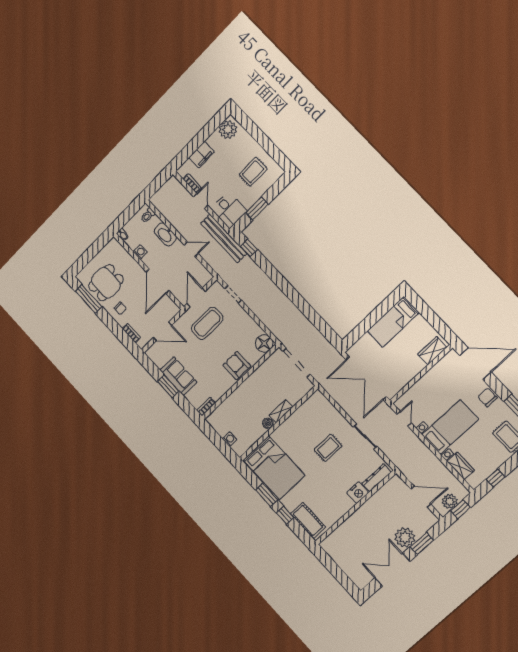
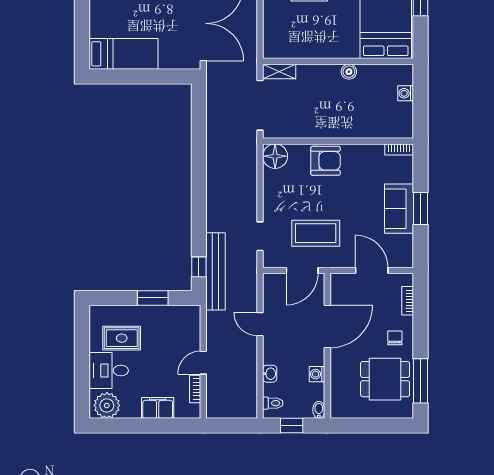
desk: (229, 210) -> (109, 370), moved, turned -90
window: (128, 213) -> (292, 426), added
washbasin: (165, 234) -> (270, 374), width x0.52, depth x0.69
bench: (224, 238) -> (216, 271), moved
armchair: (237, 366) -> (326, 161), turned -90
shelving: (281, 411) -> (279, 71), moved

